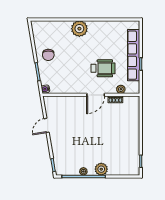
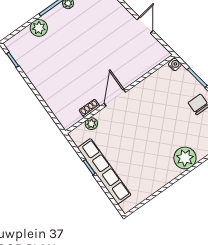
wheelchair: (103, 68) -> (128, 133), removed
plant: (101, 169) -> (39, 28), moved

